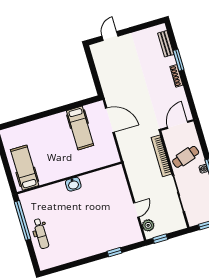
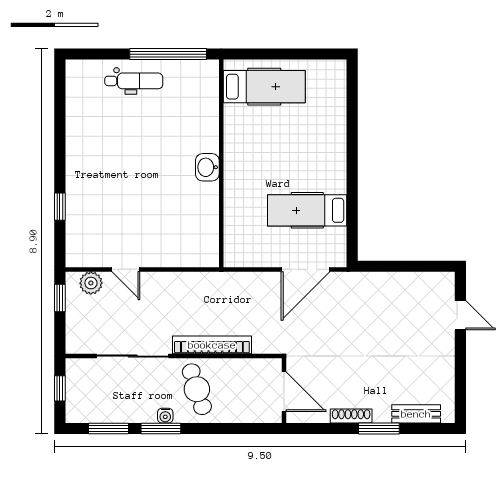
wall: (177, 125) -> (284, 391), moved
door: (178, 125) -> (284, 392), moved
dental chair: (41, 234) -> (134, 81), turned 180

